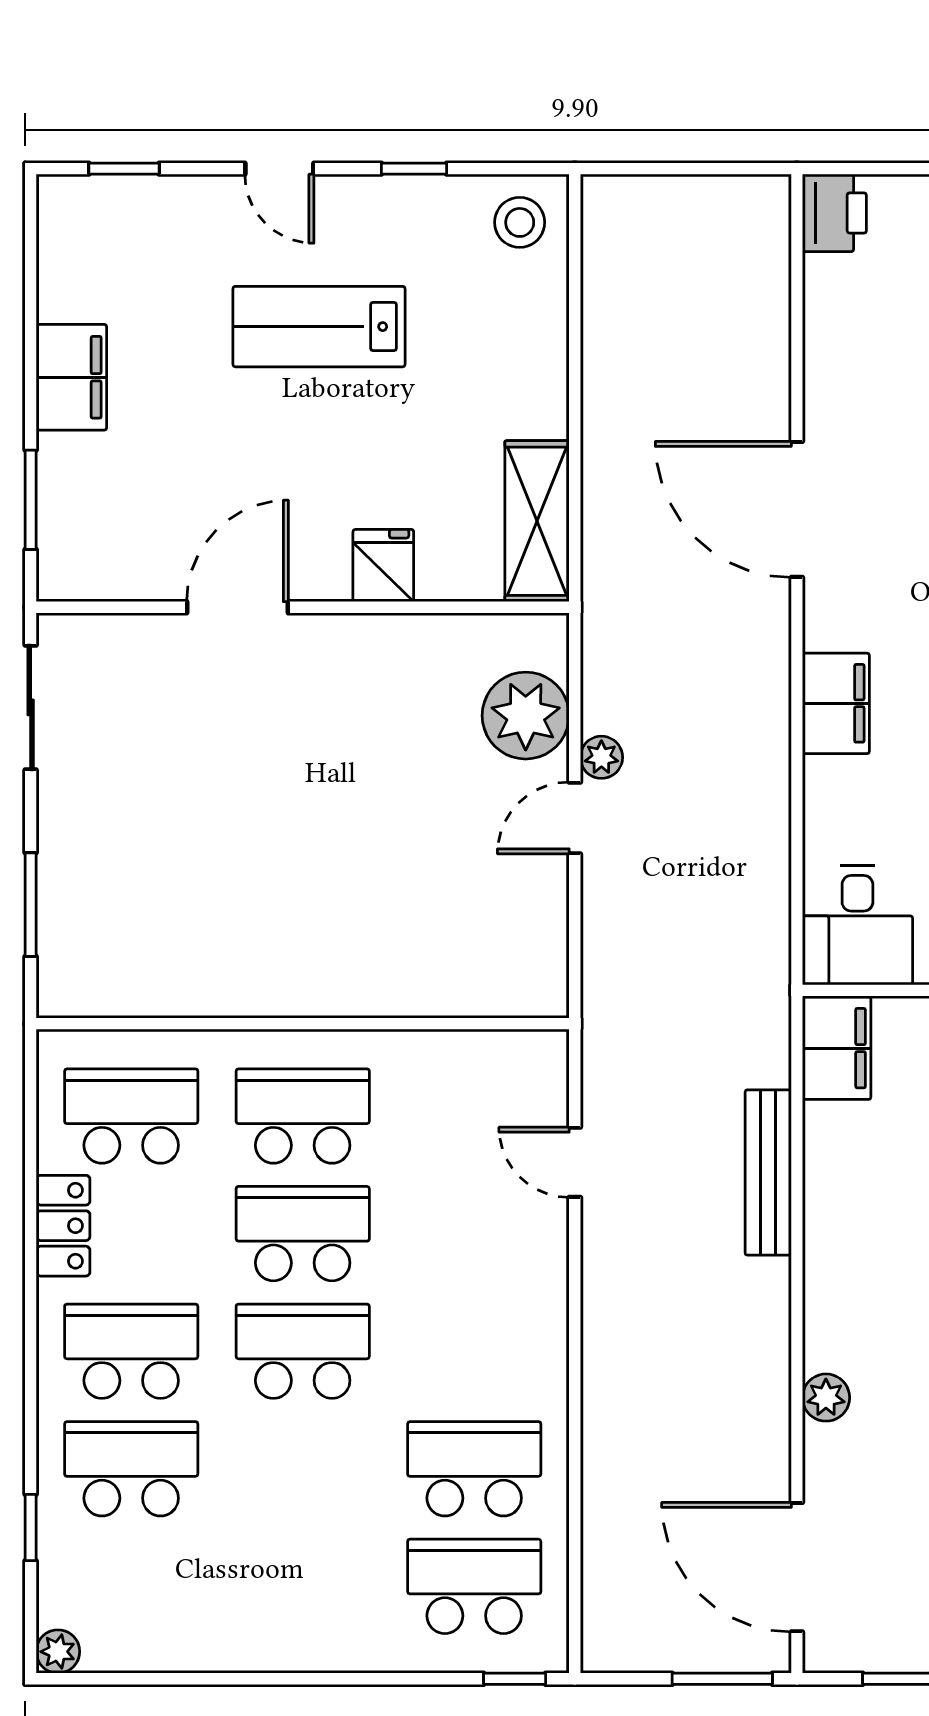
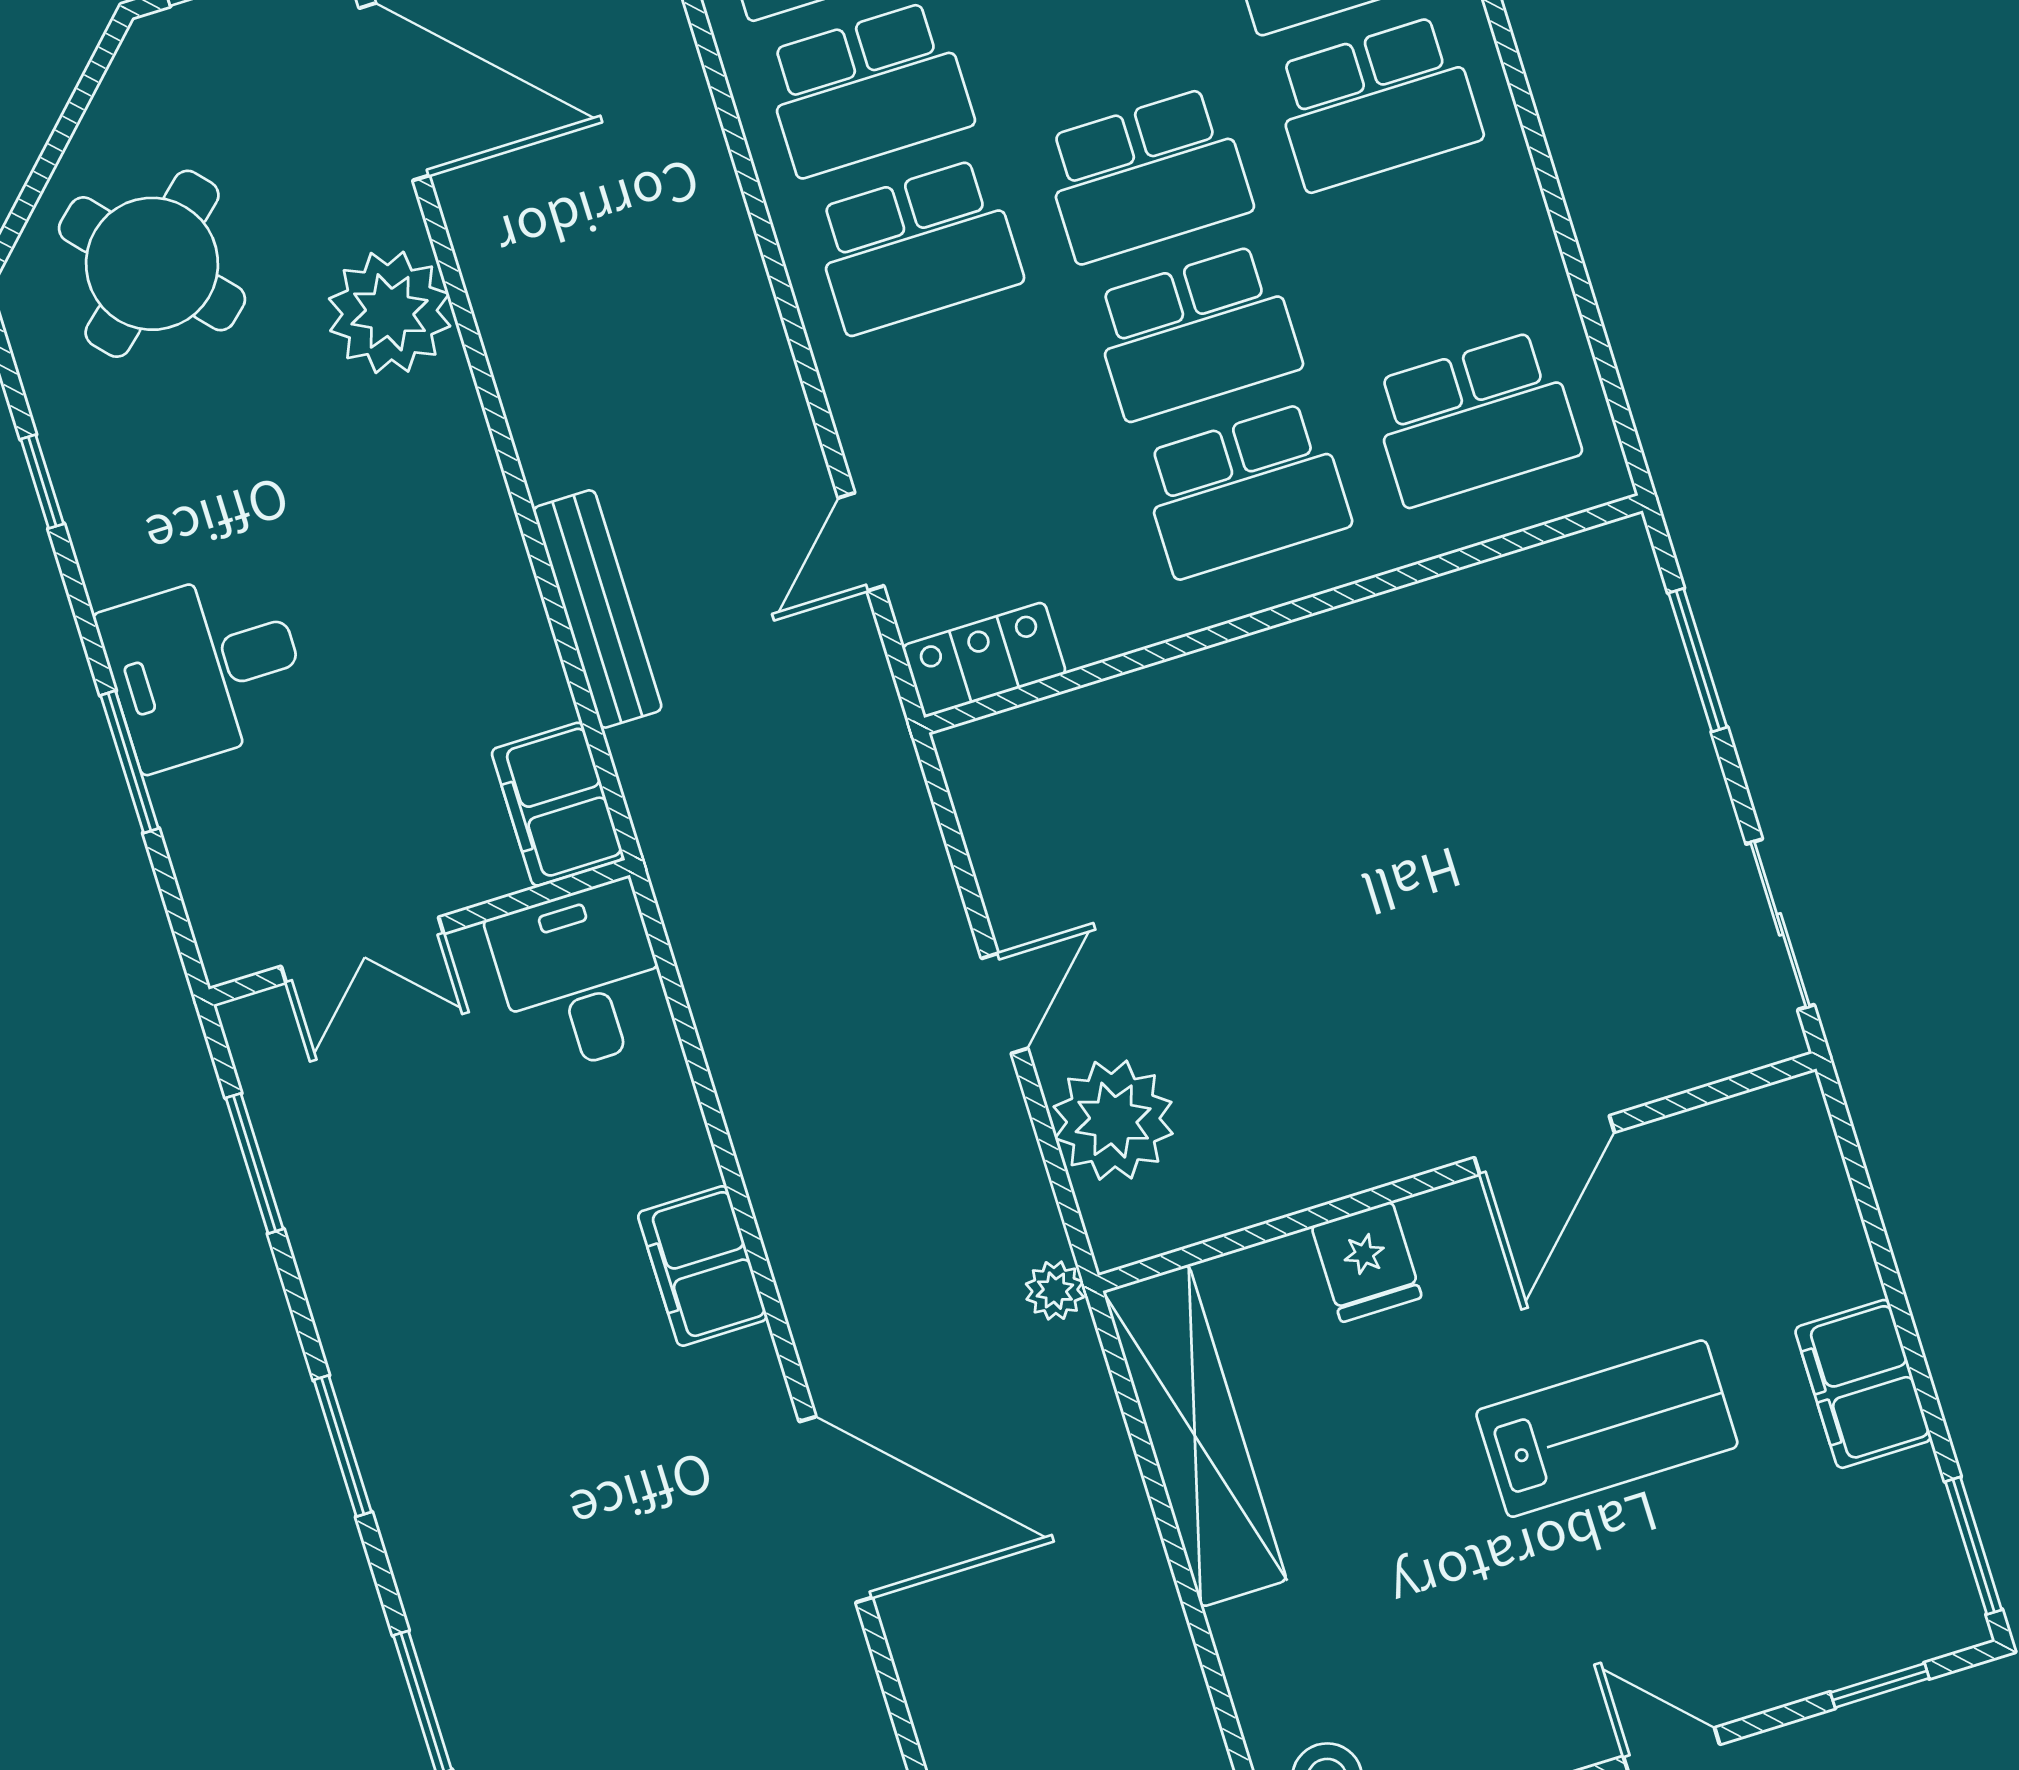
lab bench: (319, 327) -> (1607, 1429), moved
window: (31, 500) -> (1974, 1546), moved
shelving: (537, 521) -> (1195, 1436), width x1.47
plant: (601, 757) -> (1055, 1291), moved
door: (575, 1162) -> (861, 542), swing flipped
locker: (63, 1226) -> (984, 660), moved, turned 90
school desk: (474, 1351) -> (917, 247), added
plant: (826, 1398) -> (390, 312), width x1.87, depth x1.87

